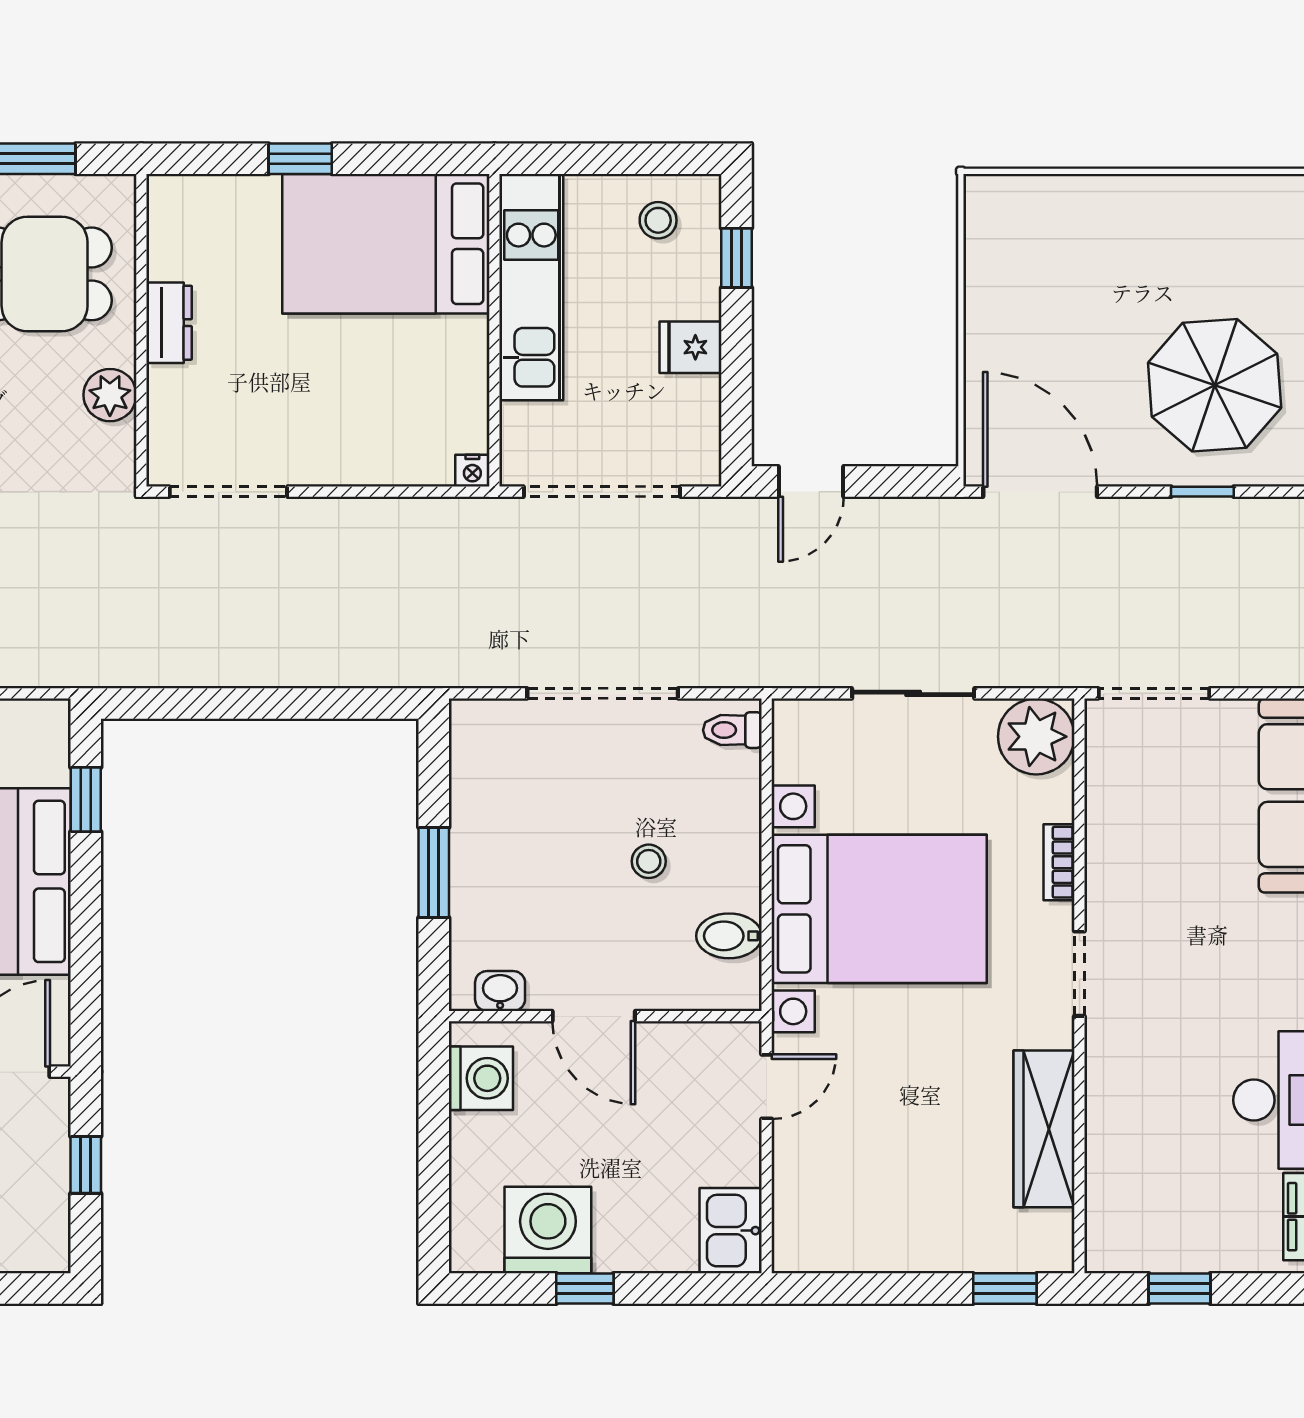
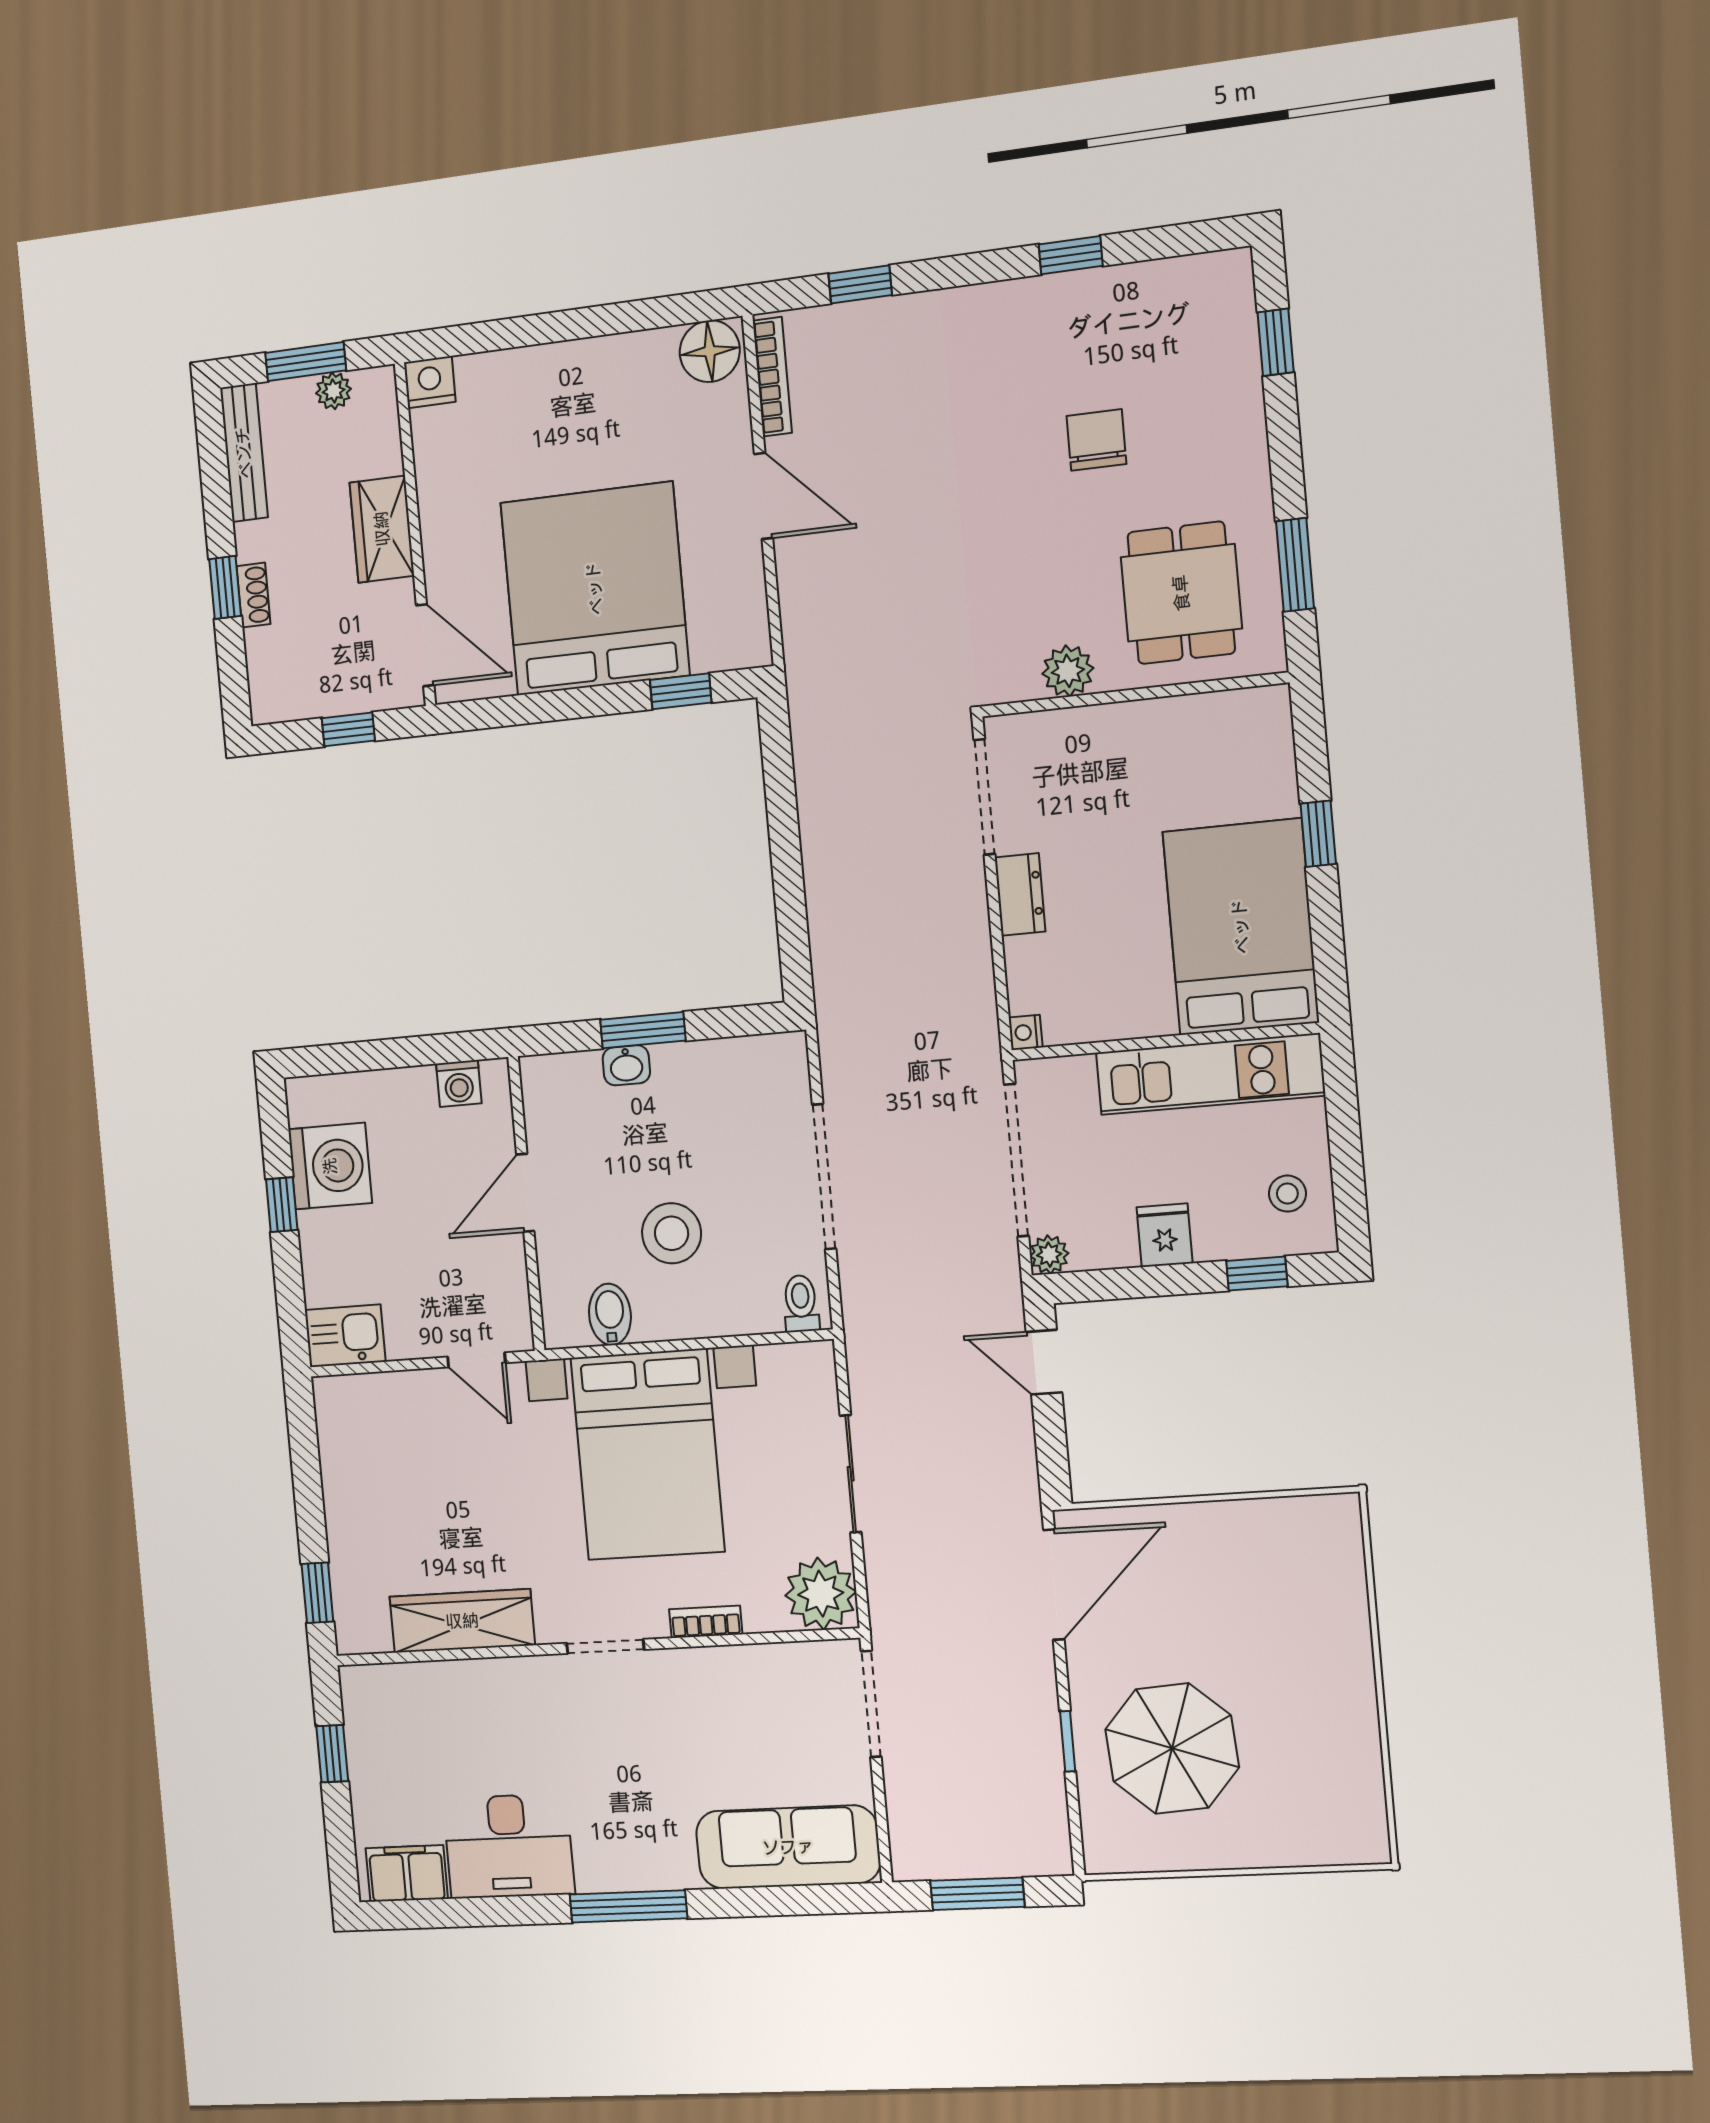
dresser: (169, 323) -> (1020, 894), moved, turned -90
plant: (701, 467) -> (1049, 1255), added
stool: (649, 861) -> (672, 1233), width x1.89, depth x1.89
washbasin: (500, 991) -> (626, 1065), moved, turned 90
washing machine: (481, 1078) -> (459, 1083), width x0.73, depth x0.73

